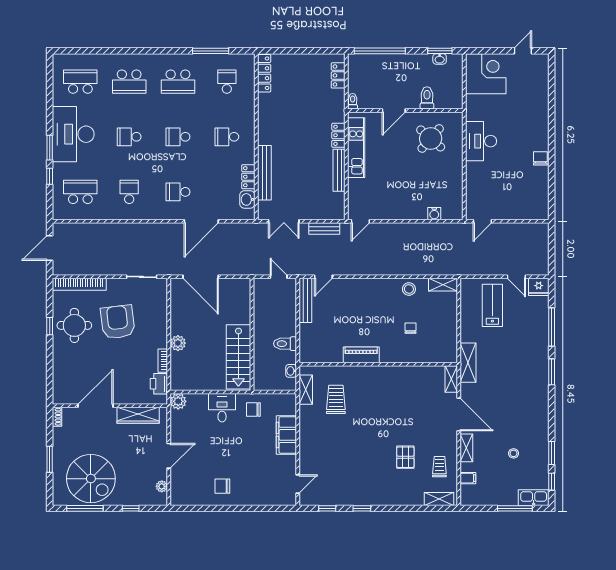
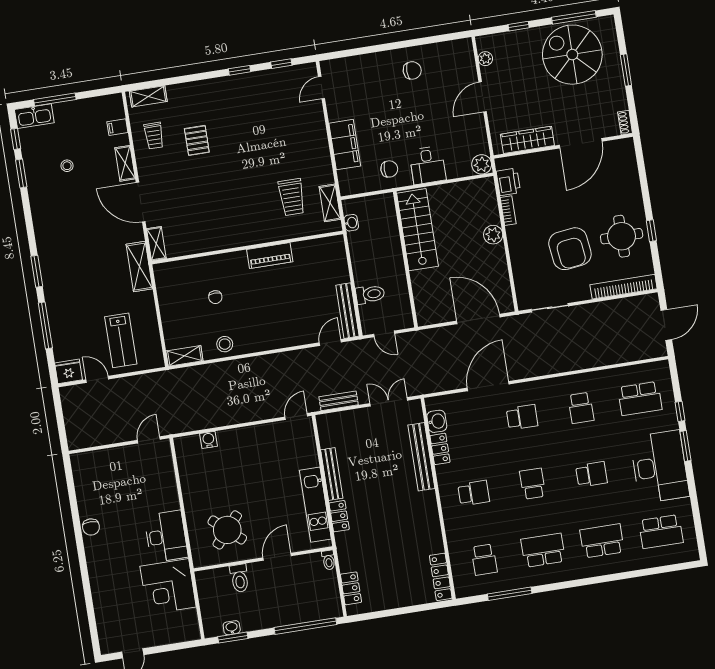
corner desk: (486, 74) -> (168, 587), moved
school desk: (178, 137) -> (533, 484), turned -90
toilet: (285, 344) -> (370, 294), moved

